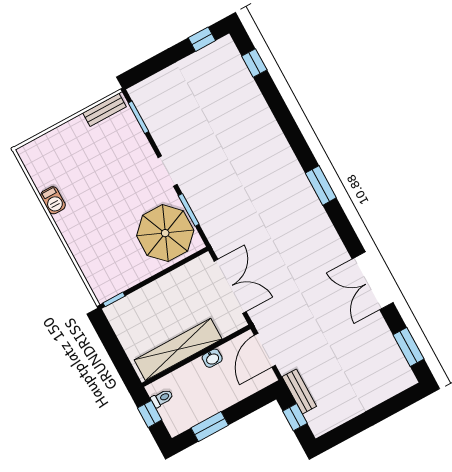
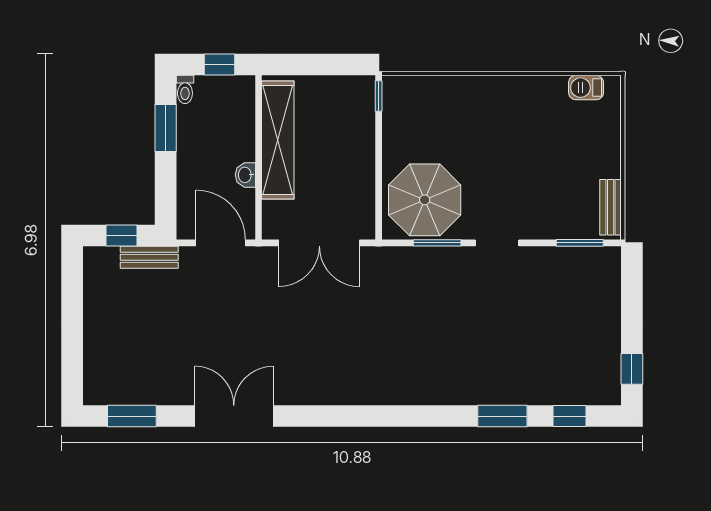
window: (321, 185) -> (502, 416), moved
barbecue: (53, 200) -> (586, 88), moved
toilet: (162, 398) -> (185, 89), moved

